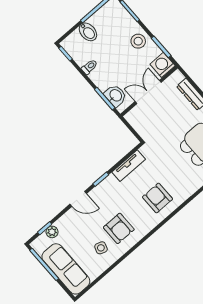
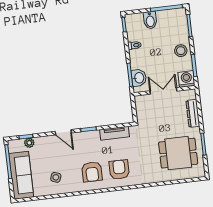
armchair: (119, 228) -> (92, 172), moved

